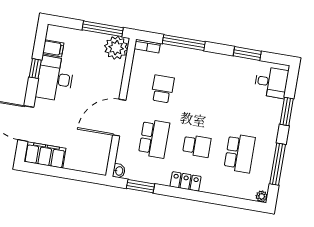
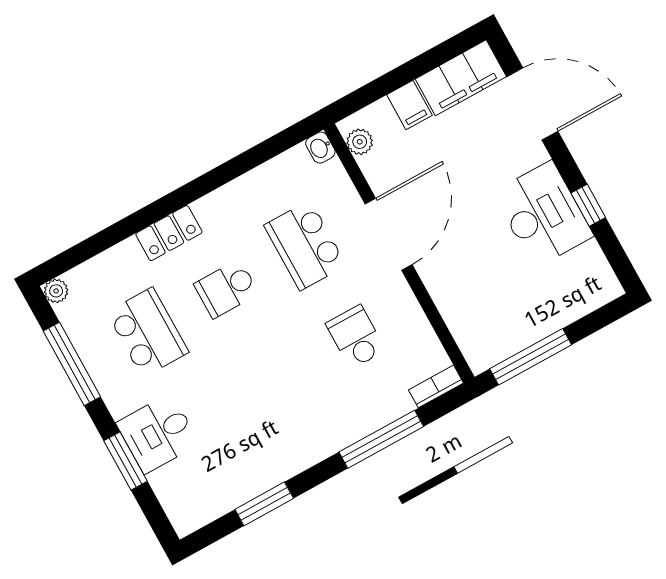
filing cabinet: (53, 48) -> (409, 105), moved, turned -90
plant: (116, 48) -> (360, 142), moved, width x0.53, depth x0.53
desk: (271, 82) -> (158, 433), moved
school desk: (163, 89) -> (356, 337), turned 180
school desk: (240, 153) -> (148, 332), turned 180
locker: (186, 181) -> (169, 233), moved
window: (141, 186) -> (266, 151), removed

